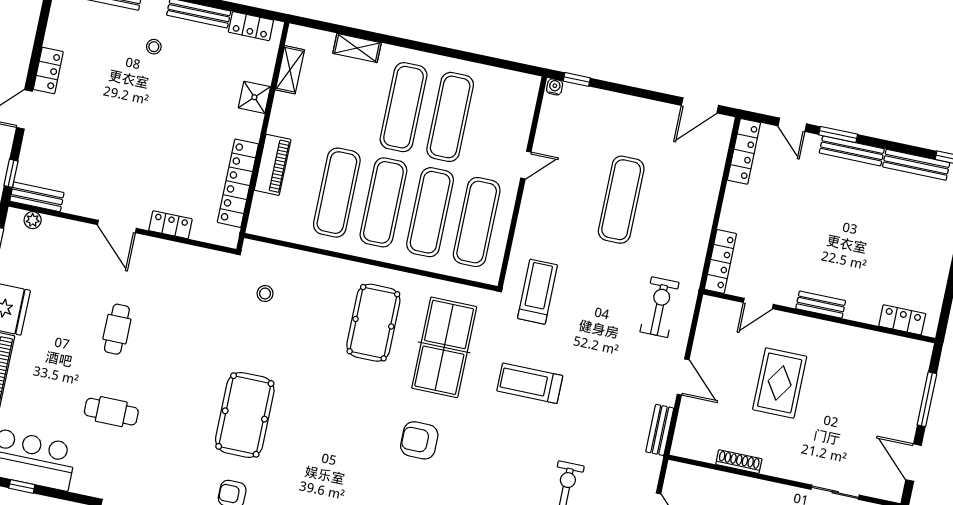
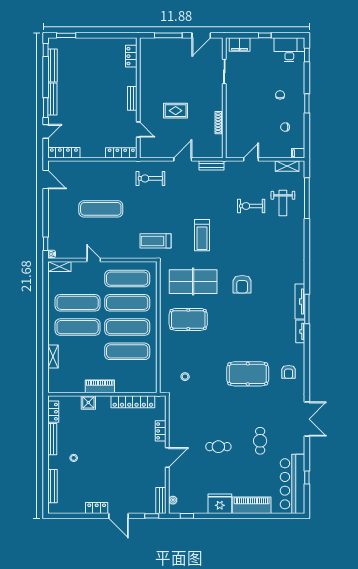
shelving: (290, 70) -> (59, 267), moved
piano: (273, 165) -> (100, 386), moved
rug: (780, 383) -> (176, 111), width x0.73, depth x0.70

